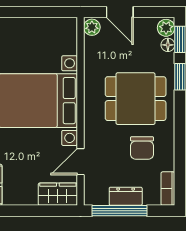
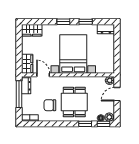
dresser: (126, 196) -> (26, 86), moved

